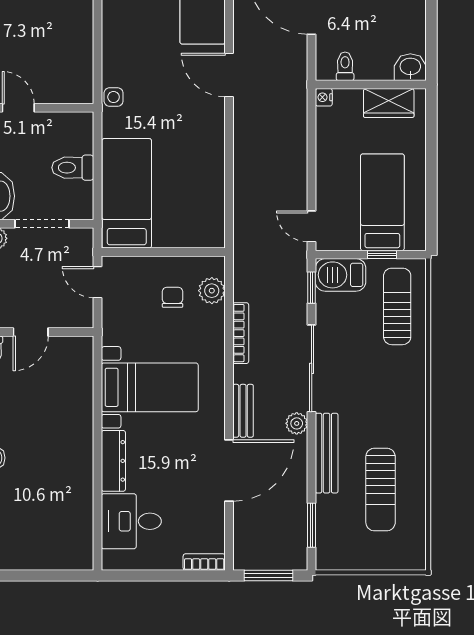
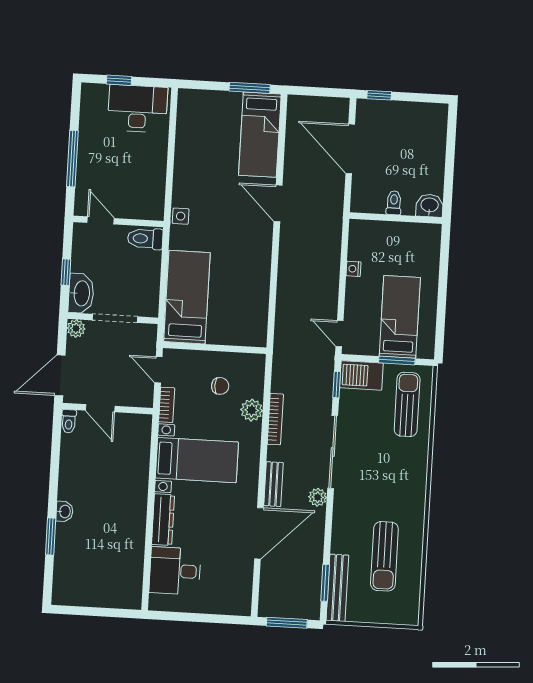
toilet: (345, 66) -> (394, 203), moved
nightstand: (324, 97) -> (354, 269), moved
wardrobe: (389, 103) -> (410, 234), removed
toilet: (73, 168) -> (145, 239), moved
window: (382, 255) -> (397, 361), width x1.50
plant: (212, 291) -> (252, 410), moved
chair: (172, 297) -> (220, 386), turned 90
door: (31, 332) -> (100, 408), hinge flipped
bench: (327, 453) -> (337, 588), moved
bookcase: (204, 562) -> (167, 405), moved, turned 90

